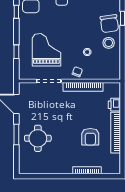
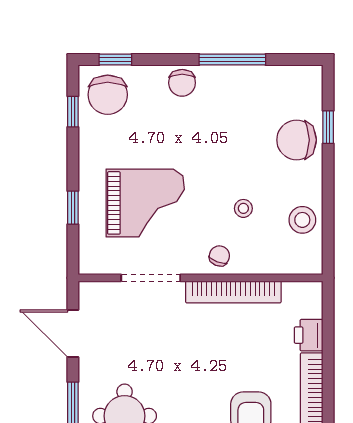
chair: (109, 24) -> (297, 140), turned 98
stool: (109, 43) -> (302, 220), moved
grand piano: (46, 50) -> (145, 203), turned 90

